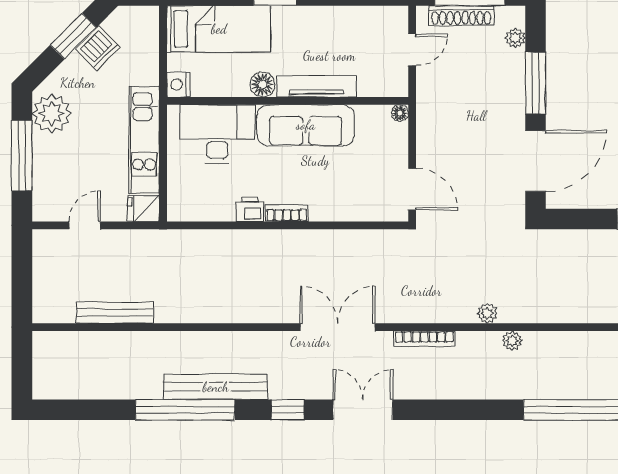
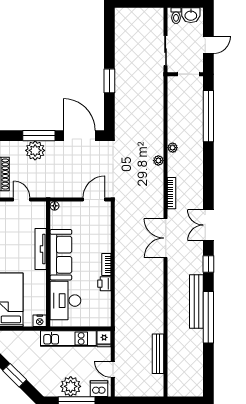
plant: (515, 38) -> (35, 150), moved, width x1.88, depth x1.88
dishwasher: (98, 48) -> (99, 389), moved, turned -45
floor lamp: (263, 85) -> (40, 277), removed
plant: (52, 114) -> (71, 386), moved

